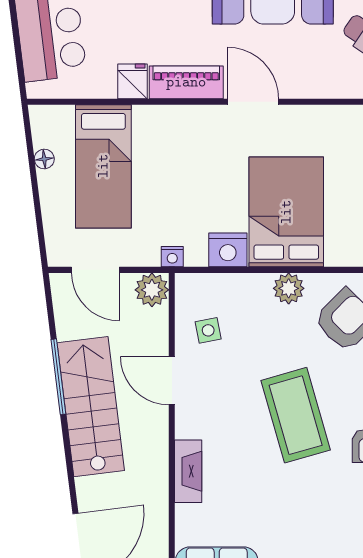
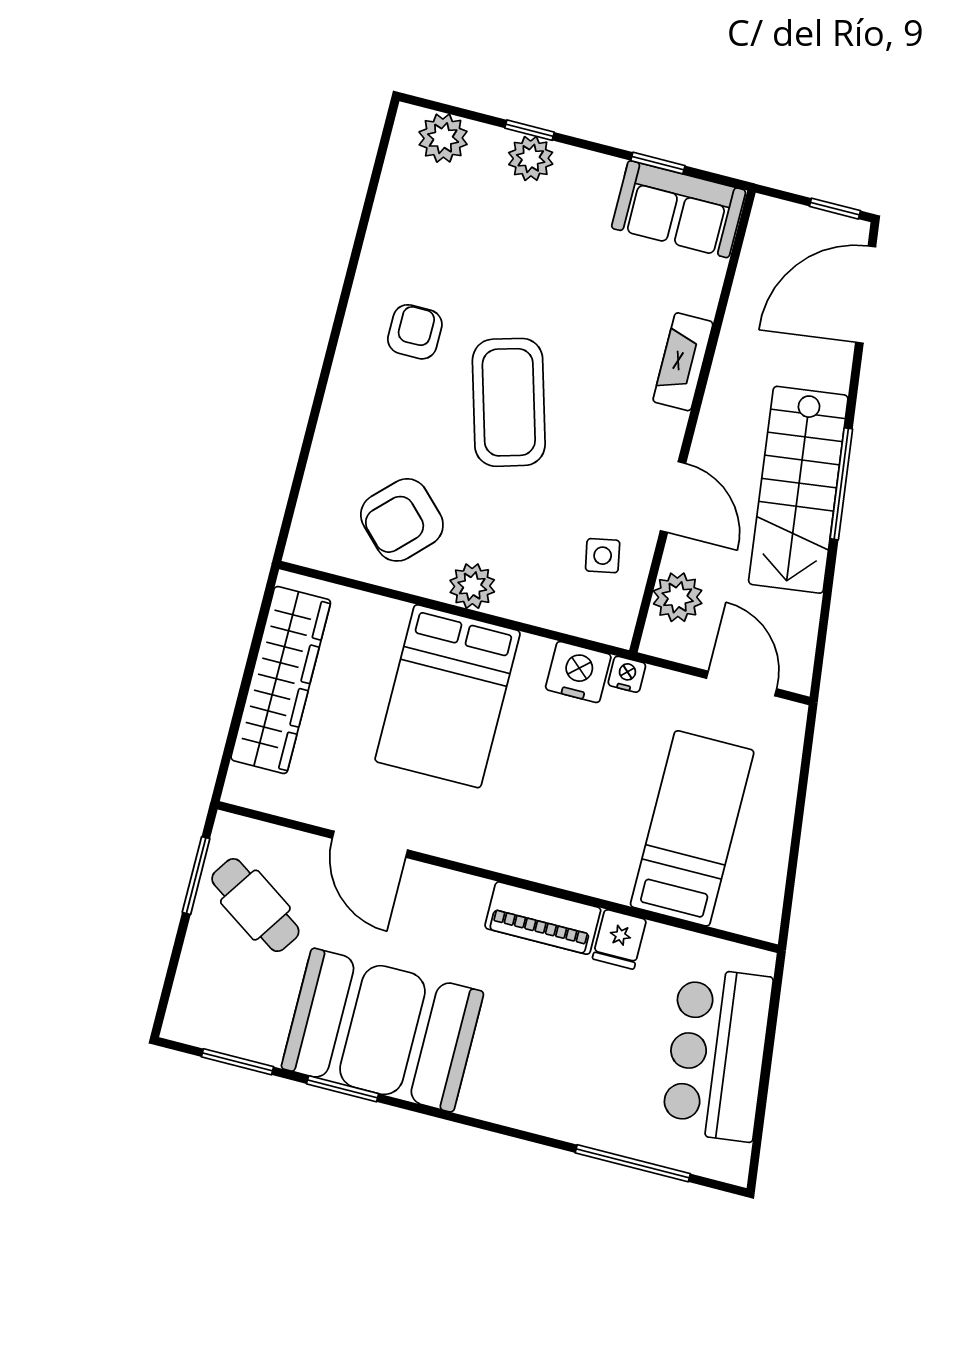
door: (253, 102) -> (370, 844), moved
floor lamp: (44, 159) -> (774, 861), removed
nightstand: (228, 250) -> (578, 672), moved
plant: (152, 290) -> (678, 597), moved
window: (58, 377) -> (841, 484), moved

